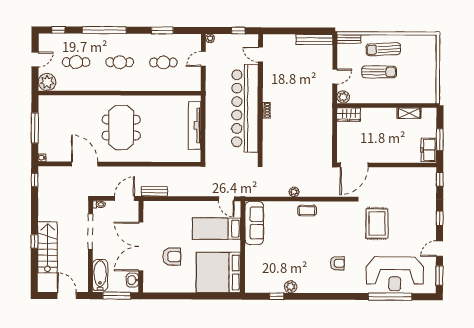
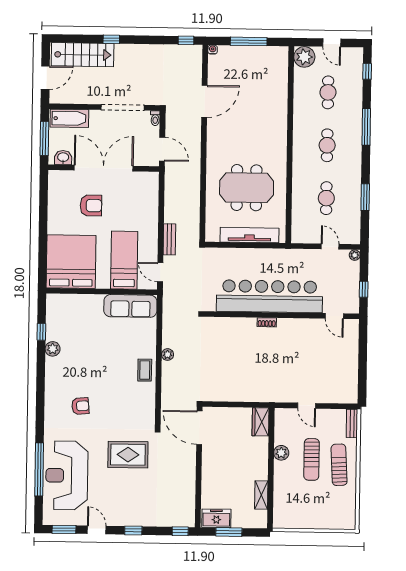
window: (104, 30) -> (366, 127), width x0.68
bench: (314, 39) -> (352, 381), removed
door: (260, 55) -> (334, 316), swing flipped
plant: (343, 97) -> (281, 453), moved
meeting table: (121, 128) -> (247, 188), moved
bench: (154, 191) -> (169, 239), moved
door: (226, 199) -> (160, 272), hinge flipped
stairs: (47, 247) -> (83, 55), moved
armchair: (172, 257) -> (91, 206), turned -90
armchair: (337, 263) -> (80, 406), turned -95

